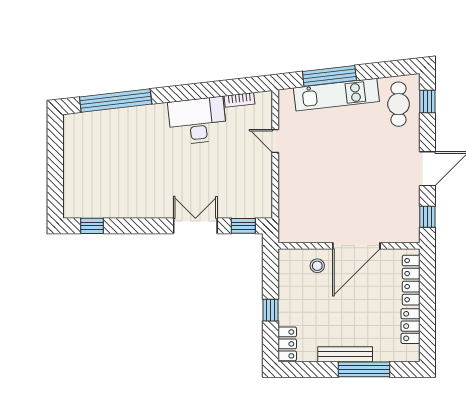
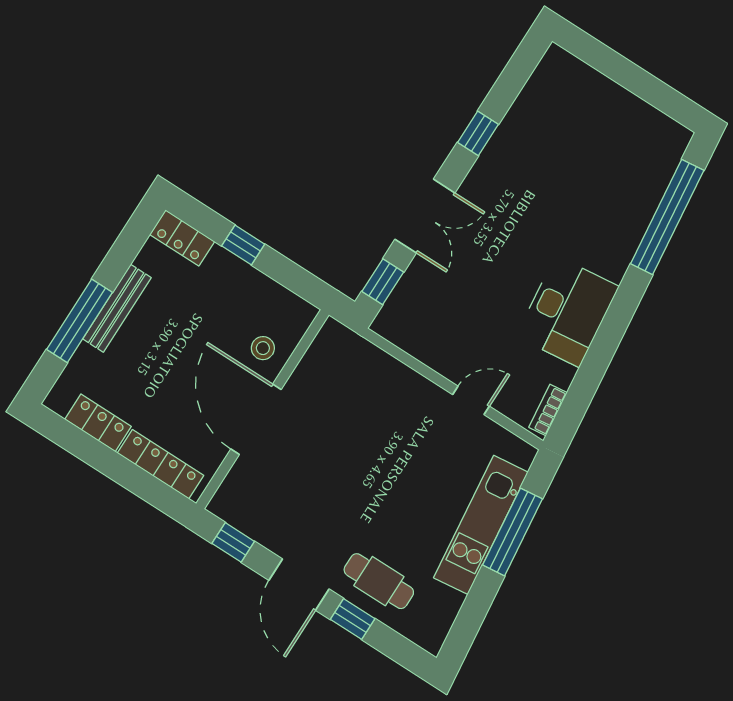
bookcase: (239, 100) -> (548, 410), moved
window: (427, 102) -> (353, 619), moved
cafe table: (399, 104) -> (379, 581), moved
window: (92, 226) -> (478, 133), moved

